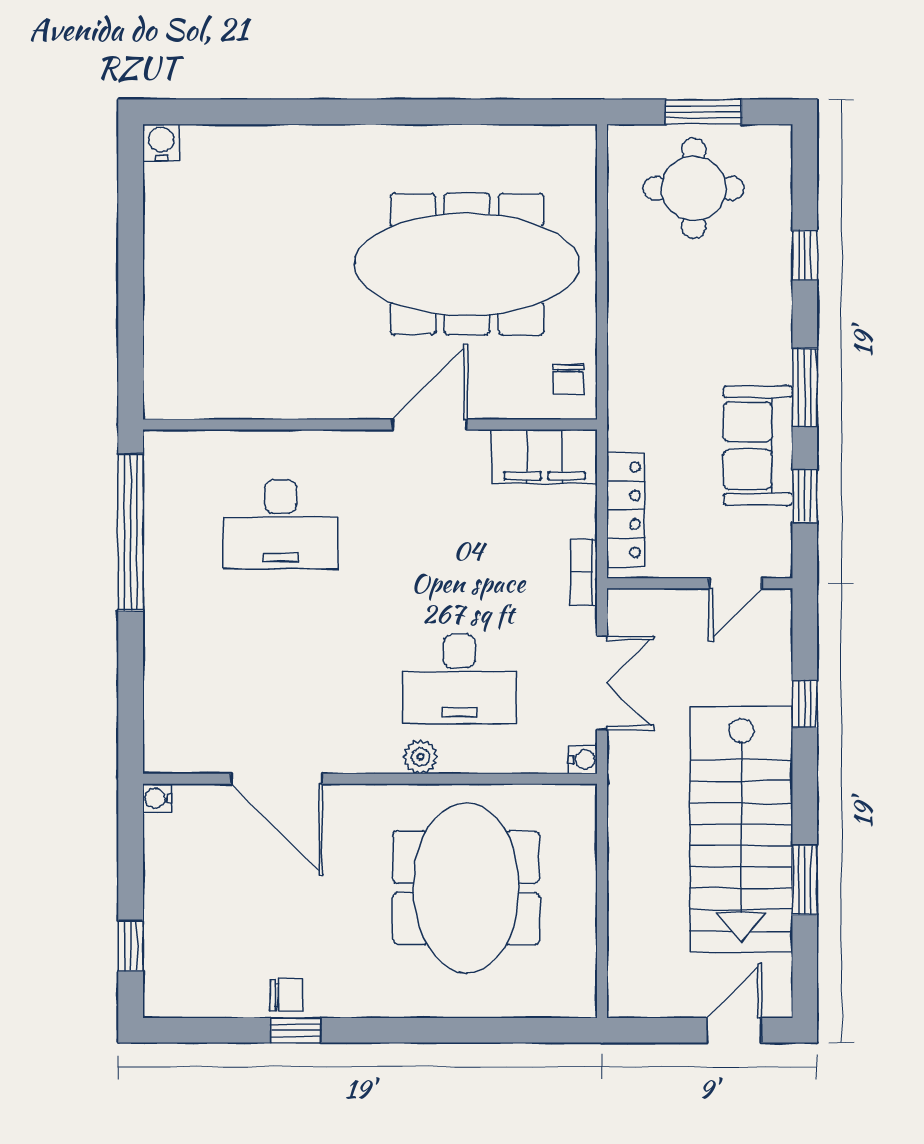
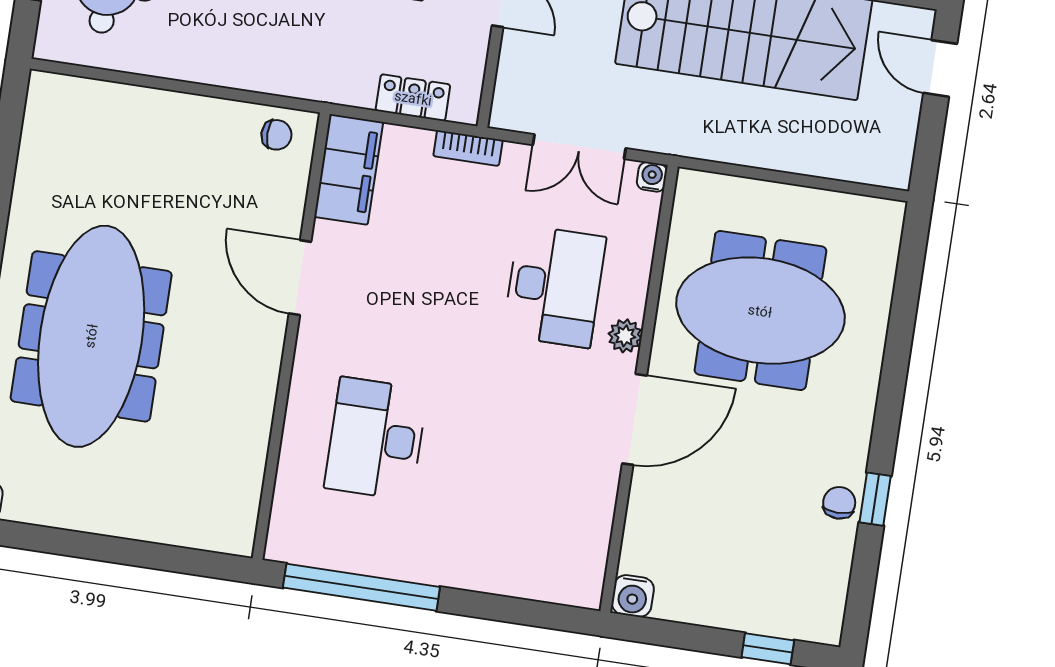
meeting table: (467, 264) -> (91, 336), moved
locker: (626, 510) -> (413, 98), width x0.66
desk: (281, 524) -> (376, 439), turned 180
double door: (602, 683) -> (579, 147), swing flipped
door: (277, 779) -> (634, 419), moved
water cooler: (157, 798) -> (633, 596), width x1.38, depth x1.38

